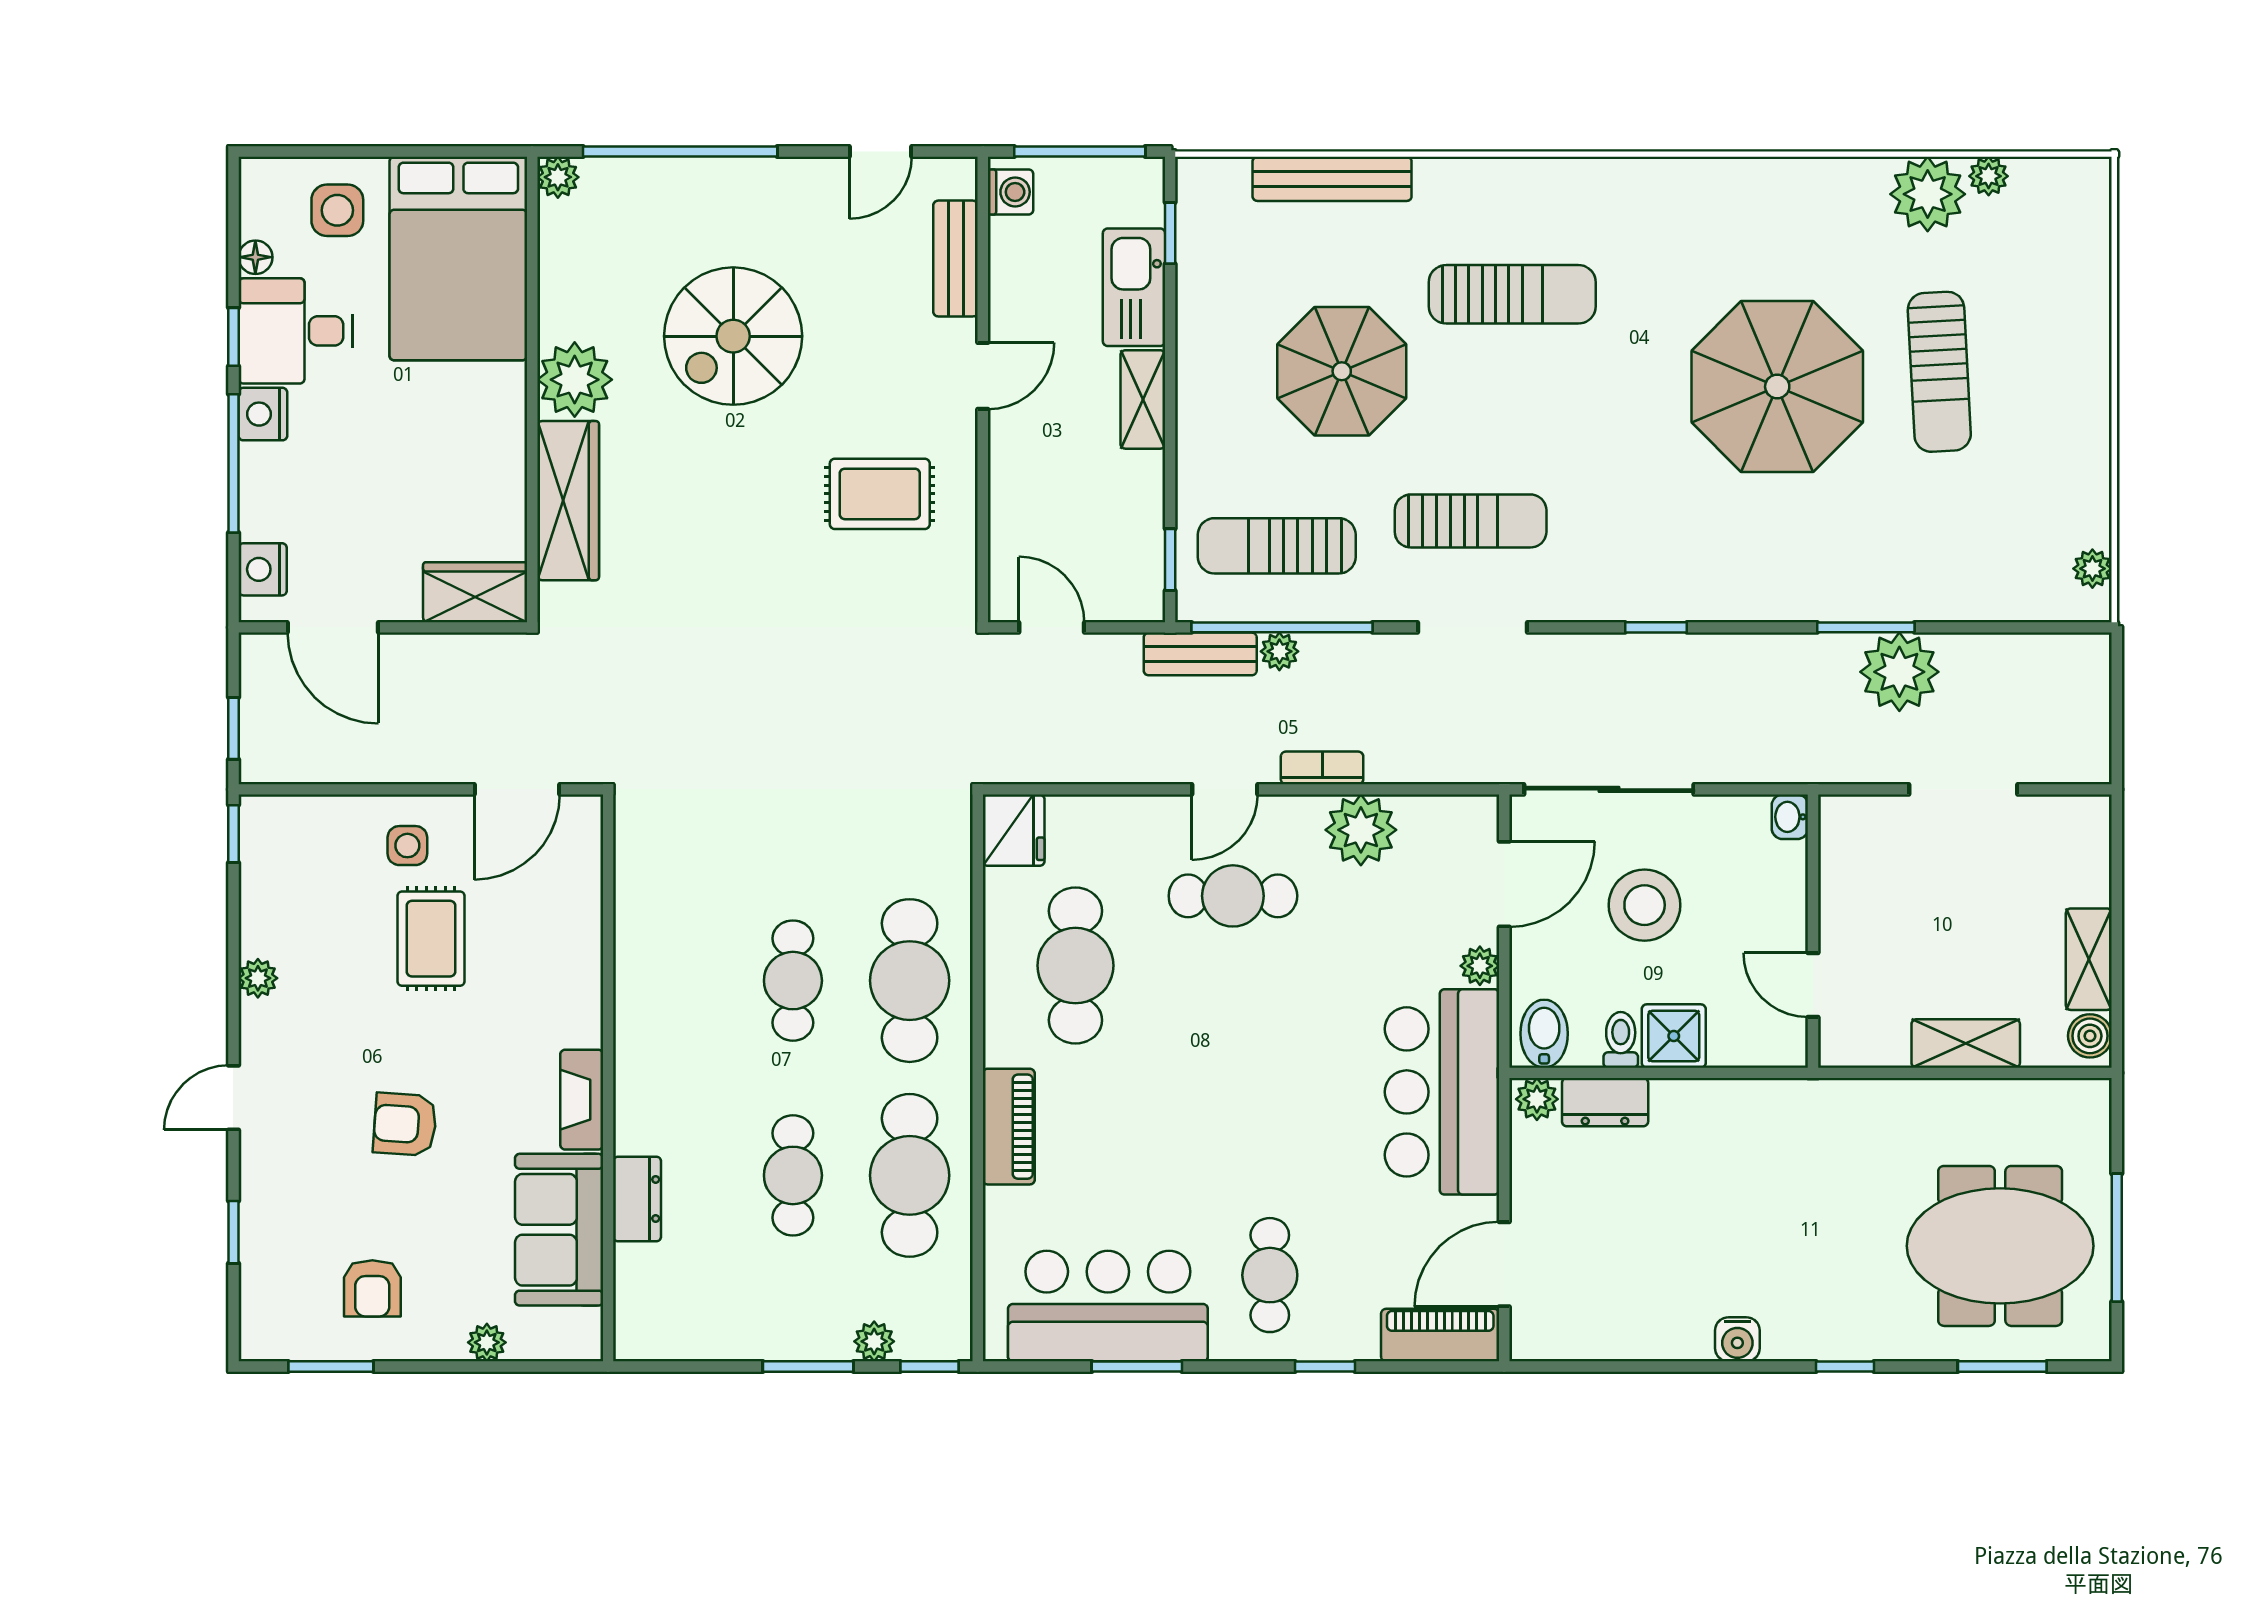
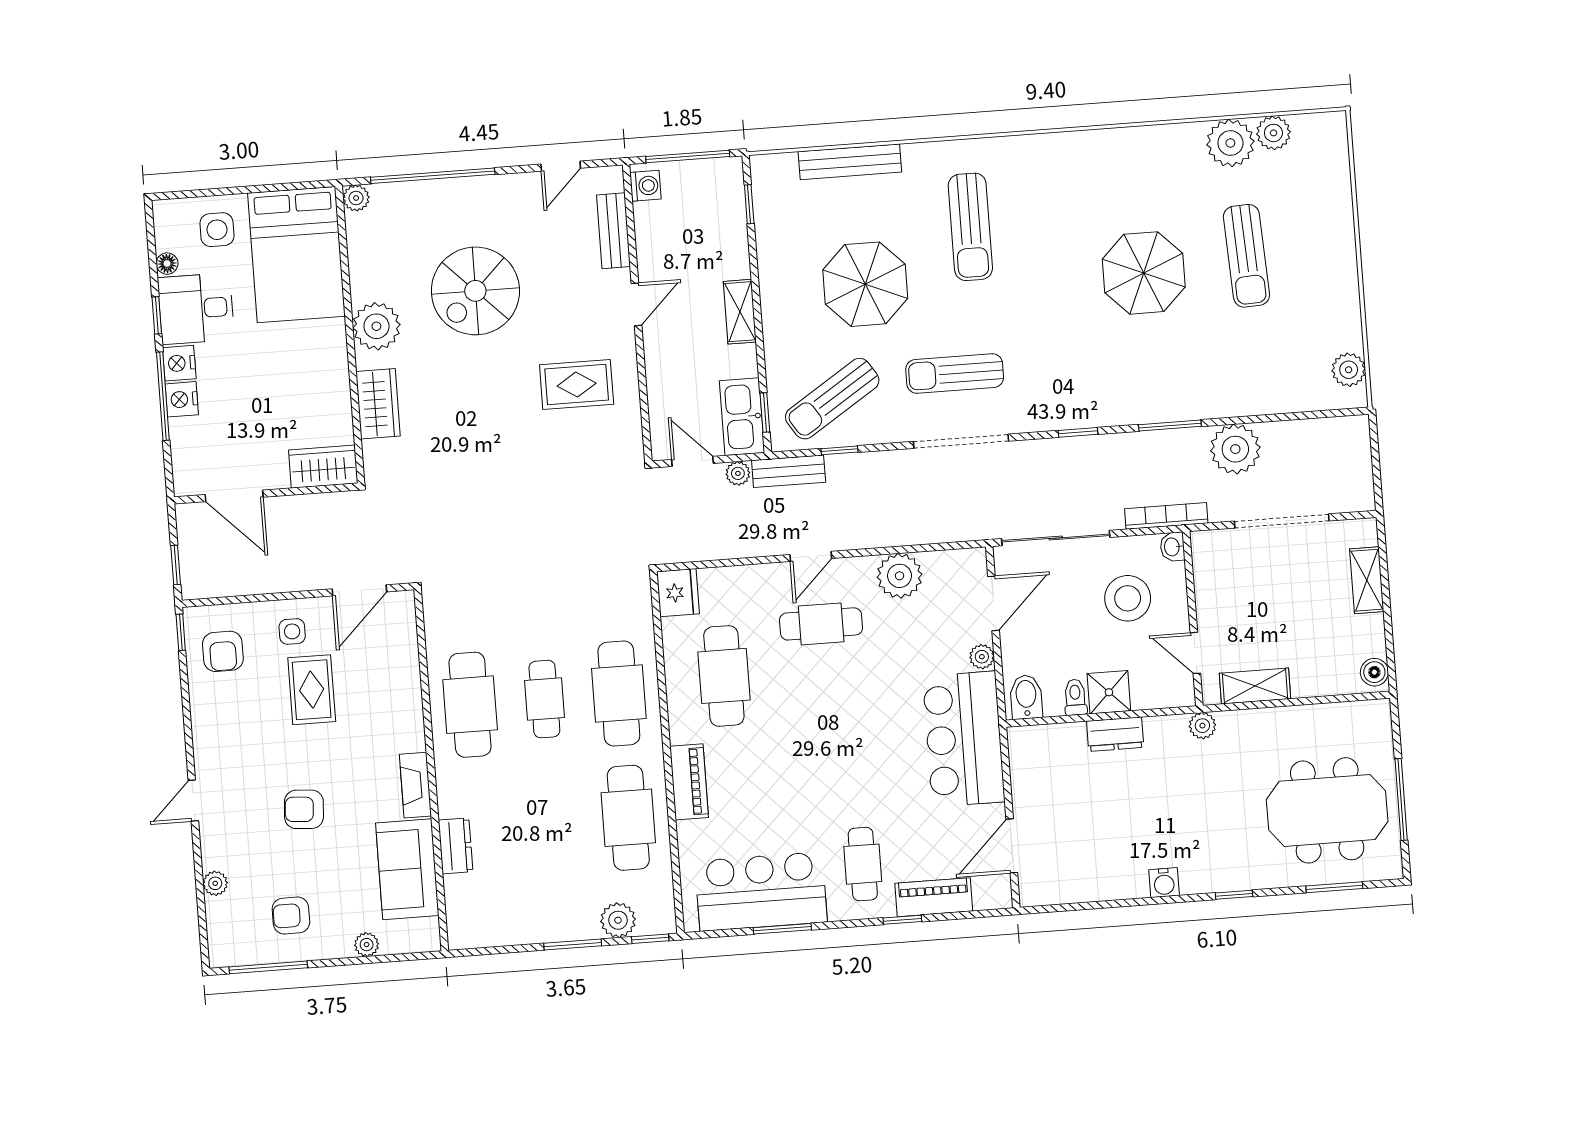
plant: (1989, 176) -> (1273, 133), width x1.38, depth x1.38
kitchen sink: (1134, 287) -> (742, 417), moved
sun lounger: (1512, 294) -> (970, 227), turned 90
parasol: (1777, 387) -> (1144, 273), width x0.73, depth x0.73
wardrobe: (568, 501) -> (378, 404), width x0.67
sun lounger: (1471, 521) -> (955, 373), turned 180
sun lounger: (1277, 546) -> (832, 399), turned -33
nightstand: (263, 569) -> (182, 399), moved
plant: (2092, 569) -> (1349, 370), width x1.38, depth x1.38
window: (1282, 627) -> (840, 450), width x0.32
doorway: (1473, 627) -> (961, 441), width x1.36
window: (1866, 627) -> (1170, 426), moved
plant: (1279, 651) -> (738, 473), moved
bookcase: (1322, 768) -> (1166, 516), moved, width x1.56
doorway: (1963, 789) -> (1282, 521), width x1.36
armchair: (297, 868) -> (223, 651), added
stool: (1645, 905) -> (1128, 598), moved
shelving: (2089, 959) -> (1367, 580), moved
plant: (258, 978) -> (215, 883), moved
shelving: (1966, 1043) -> (1255, 686), moved
plant: (1537, 1099) -> (1202, 726), moved
dresser: (1605, 1102) -> (1115, 734), moved
cafe table: (793, 1175) -> (470, 705), moved, width x1.37, depth x1.35
window: (233, 1232) -> (200, 886), removed
armchair: (372, 1288) -> (291, 916), turned 90
piano: (1440, 1335) -> (934, 897), moved
plant: (874, 1341) -> (618, 920), width x1.38, depth x1.38
window: (331, 1367) -> (268, 967), width x1.44

